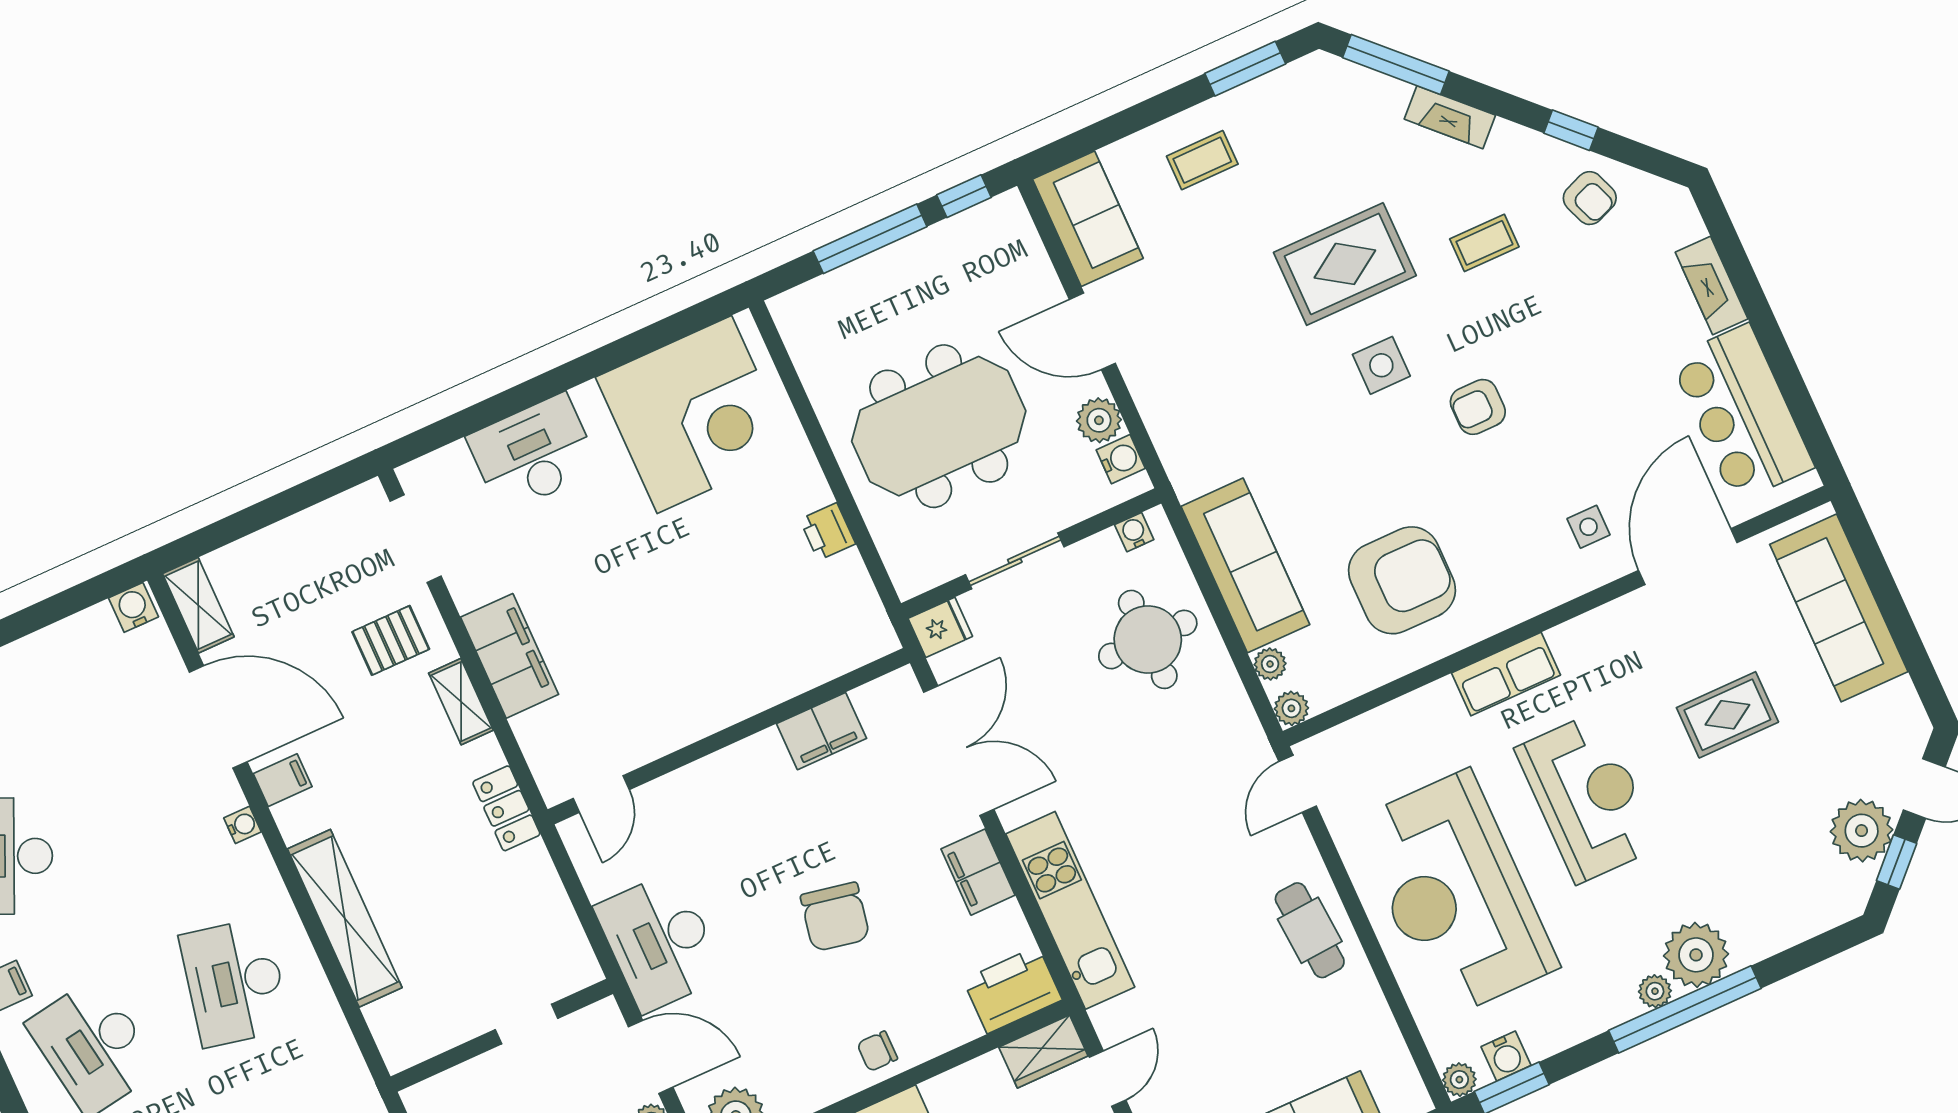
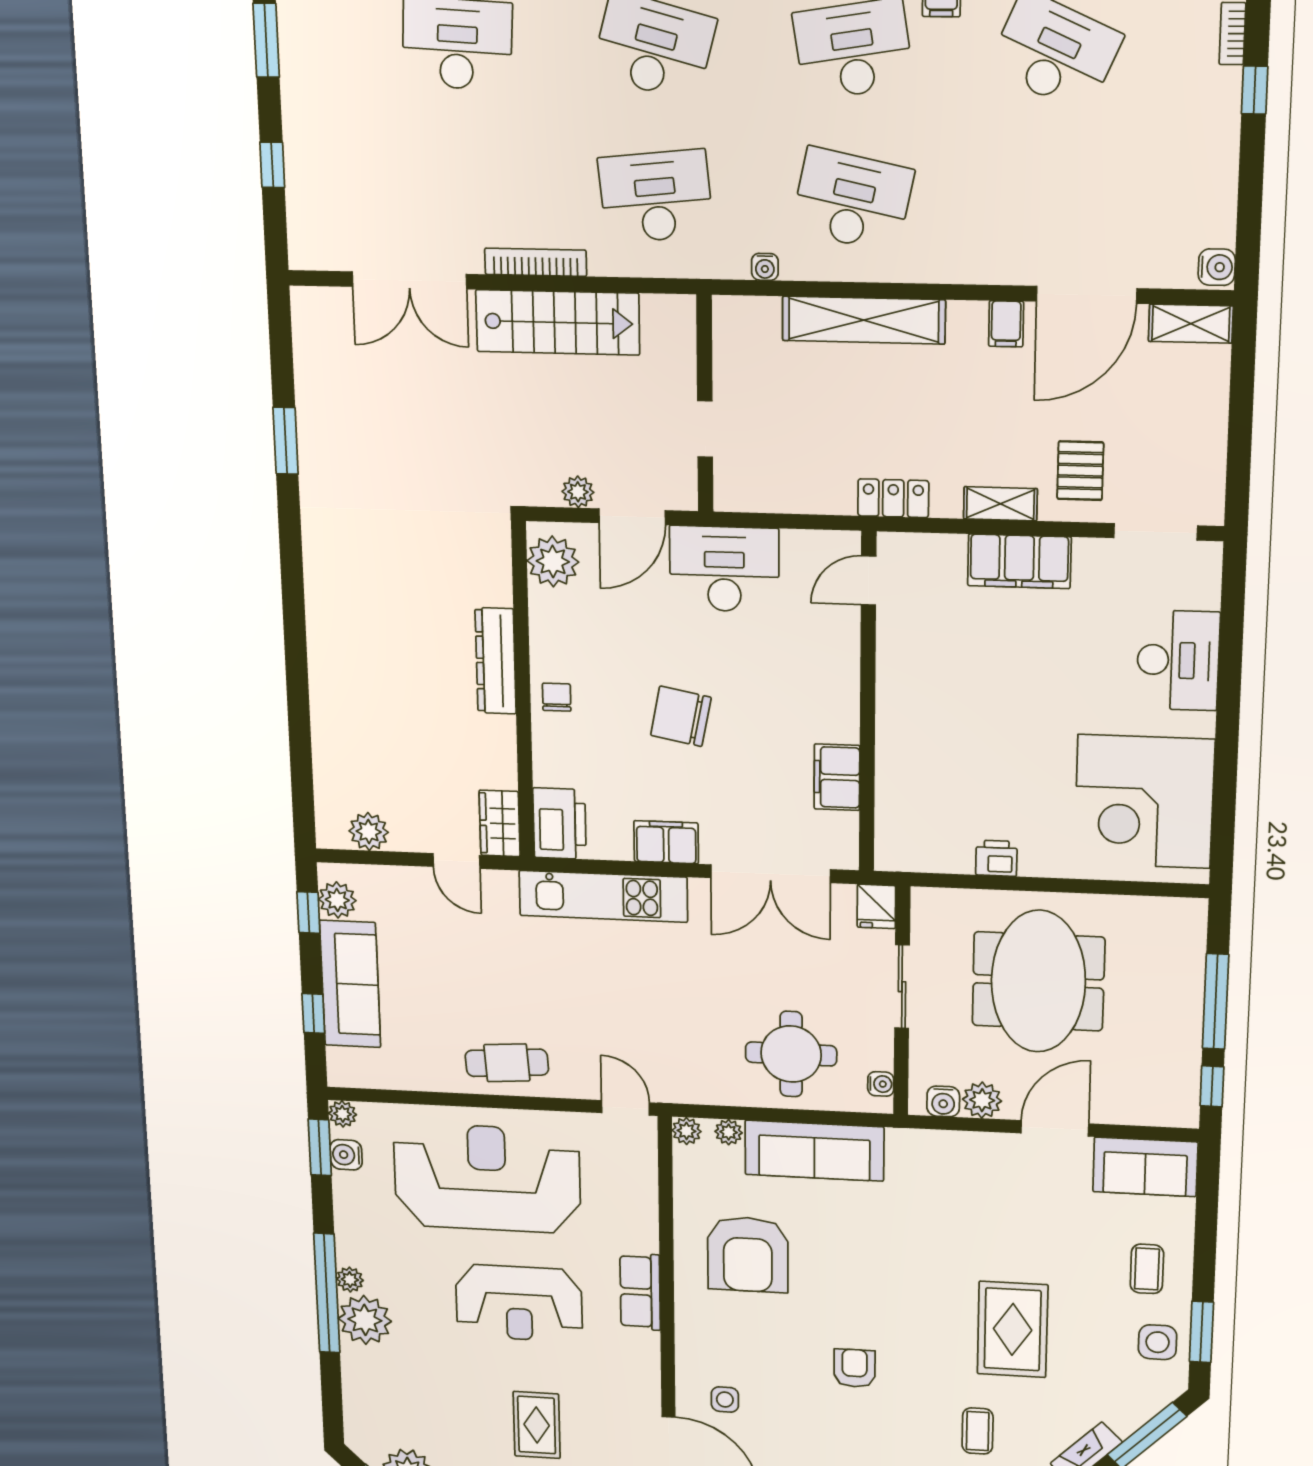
side table: (1381, 365) -> (1158, 1342), moved
door: (601, 794) -> (869, 580), hinge flipped
water cooler: (242, 825) -> (765, 267), moved

